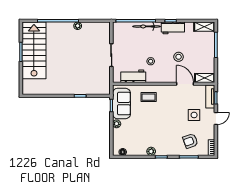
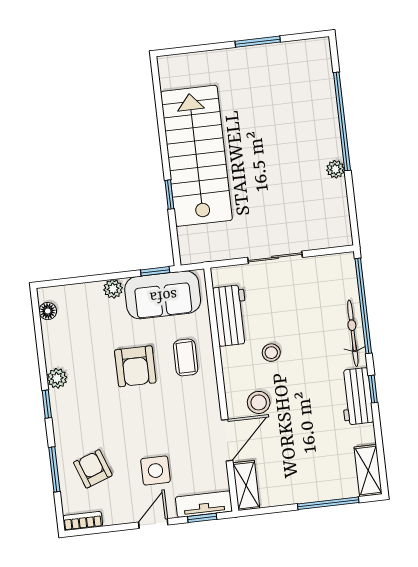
stairs: (34, 50) -> (196, 156), moved, turned -90
stool: (179, 57) -> (259, 402), moved
armchair: (150, 118) -> (135, 366), added
door: (216, 118) -> (153, 524), swing flipped

